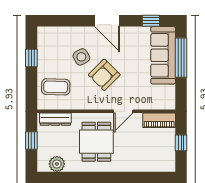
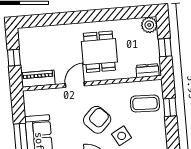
window: (31, 58) -> (170, 107), moved
dresser: (55, 119) -> (147, 71), width x0.70
plant: (57, 164) -> (149, 25), moved

